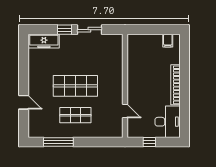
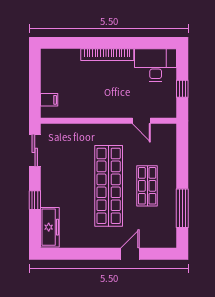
sliding door: (89, 30) -> (35, 150), moved
filing cabinet: (168, 41) -> (49, 100), moved
shop shelf: (75, 86) -> (109, 186), width x1.40
door: (125, 111) -> (141, 121), swing flipped

